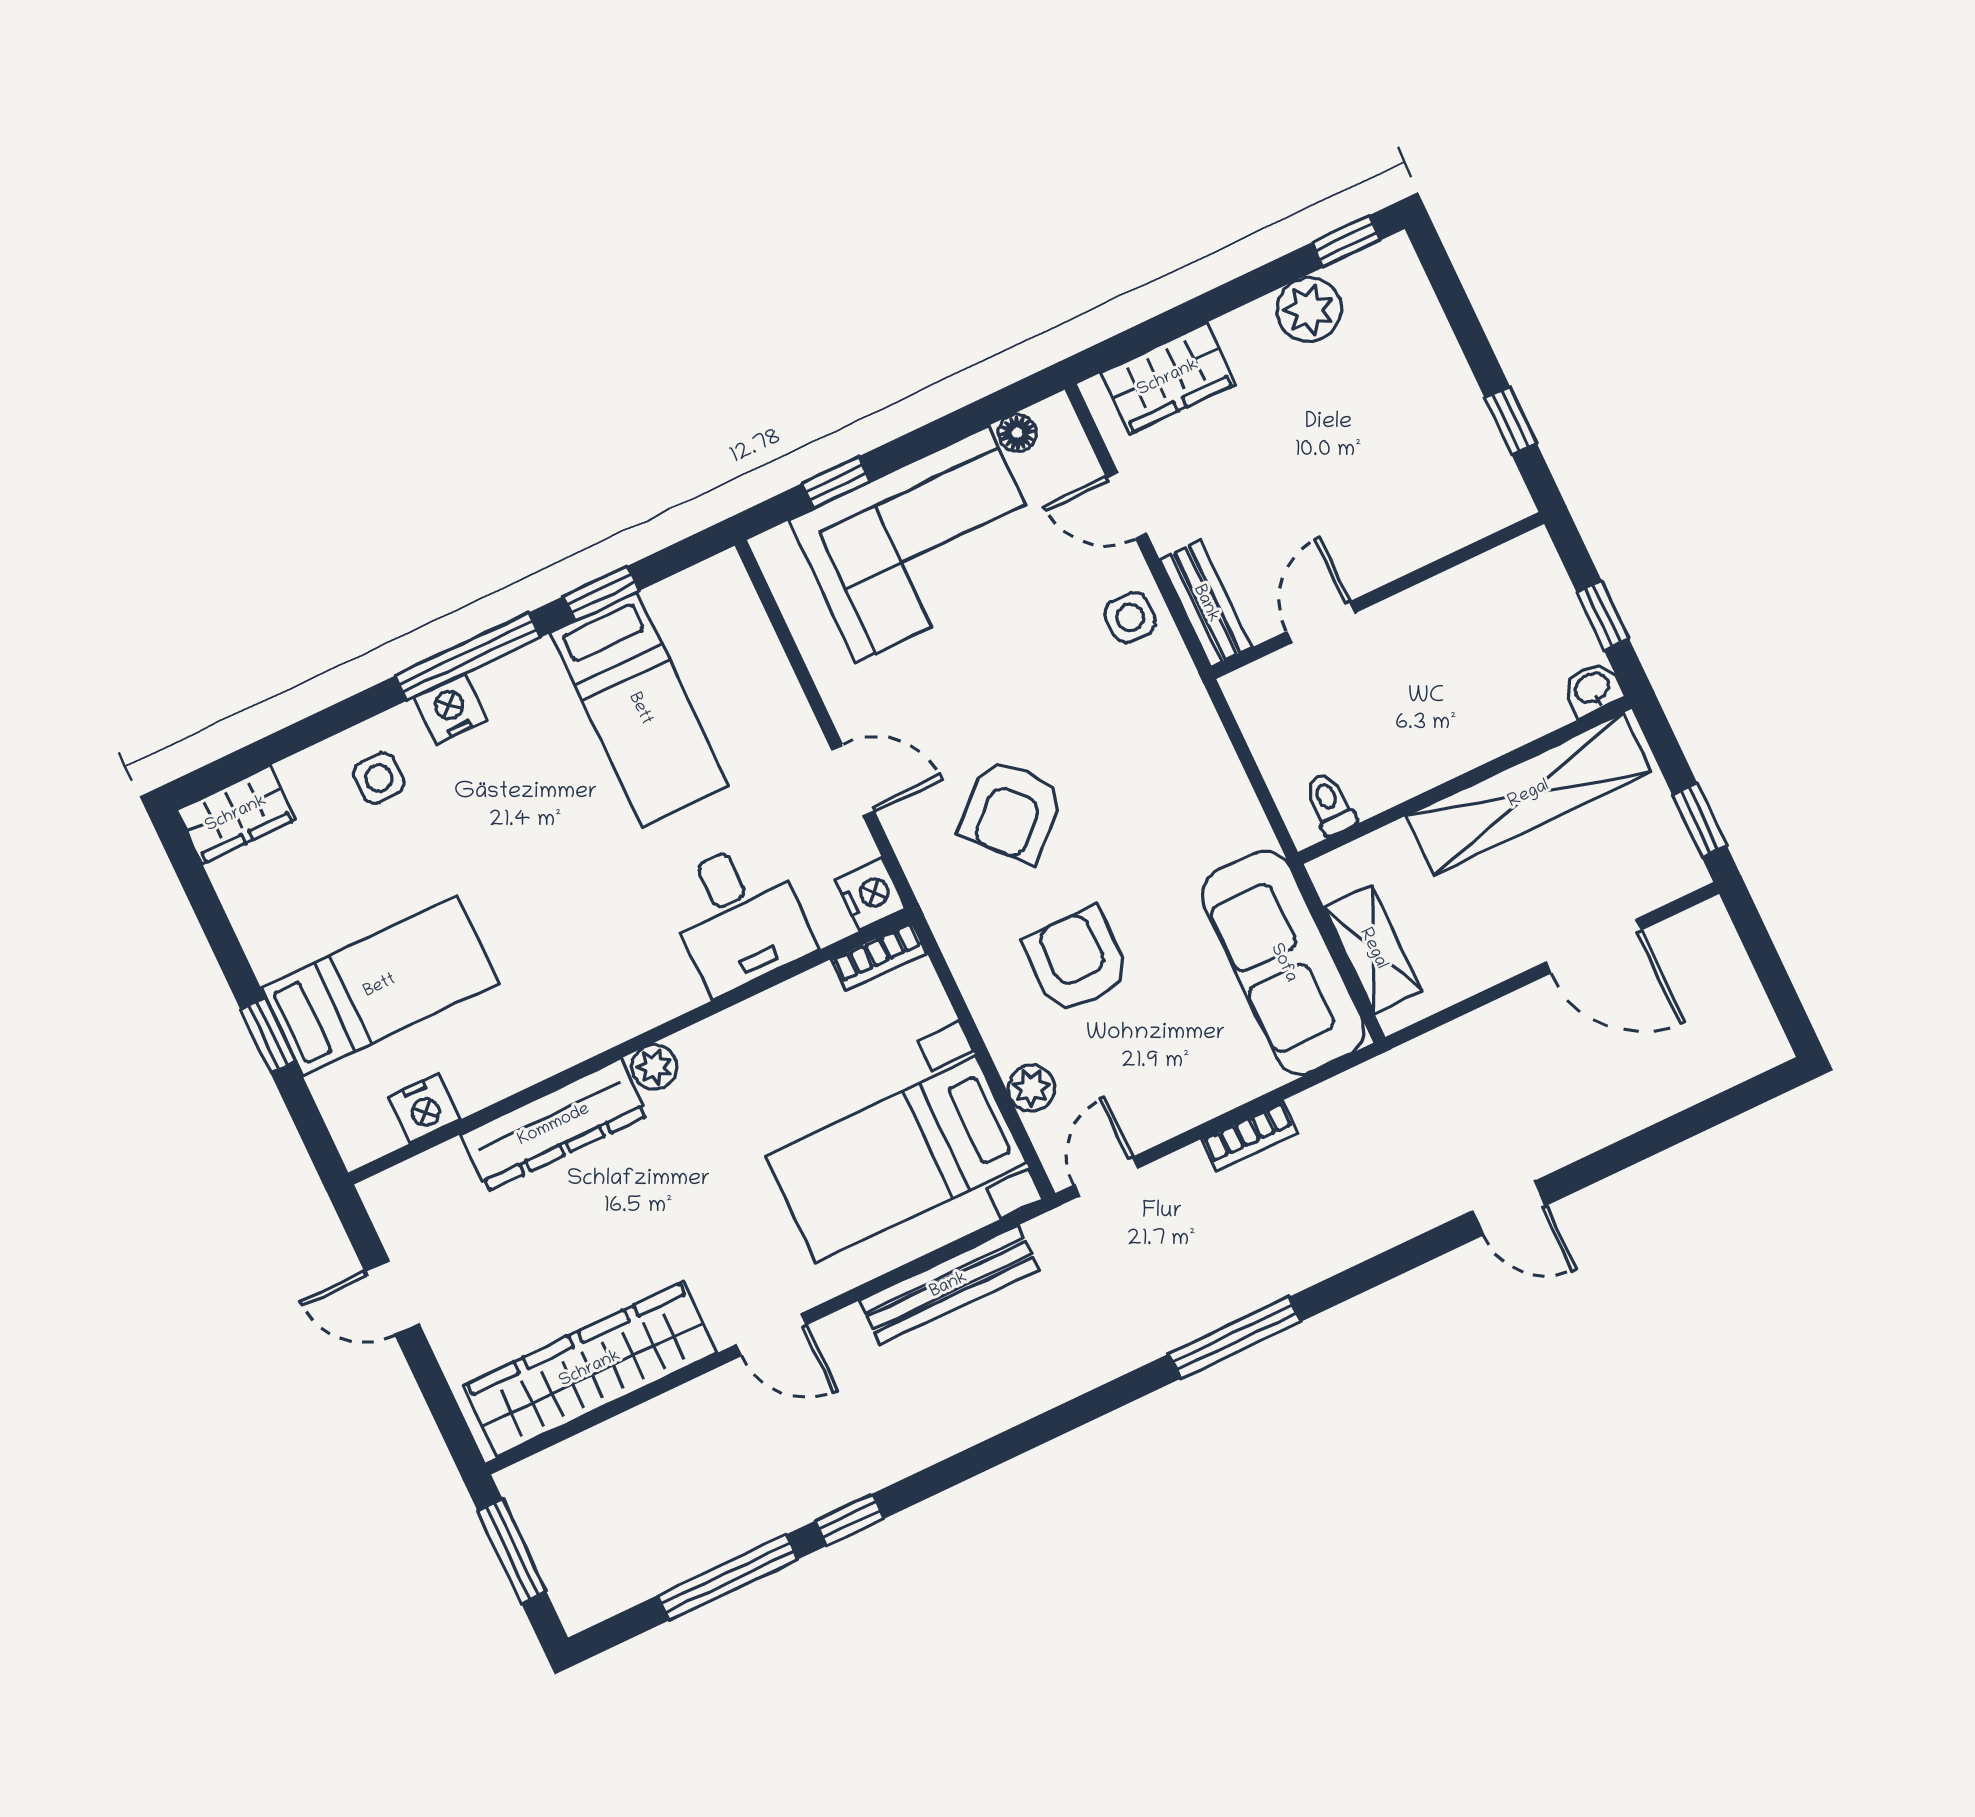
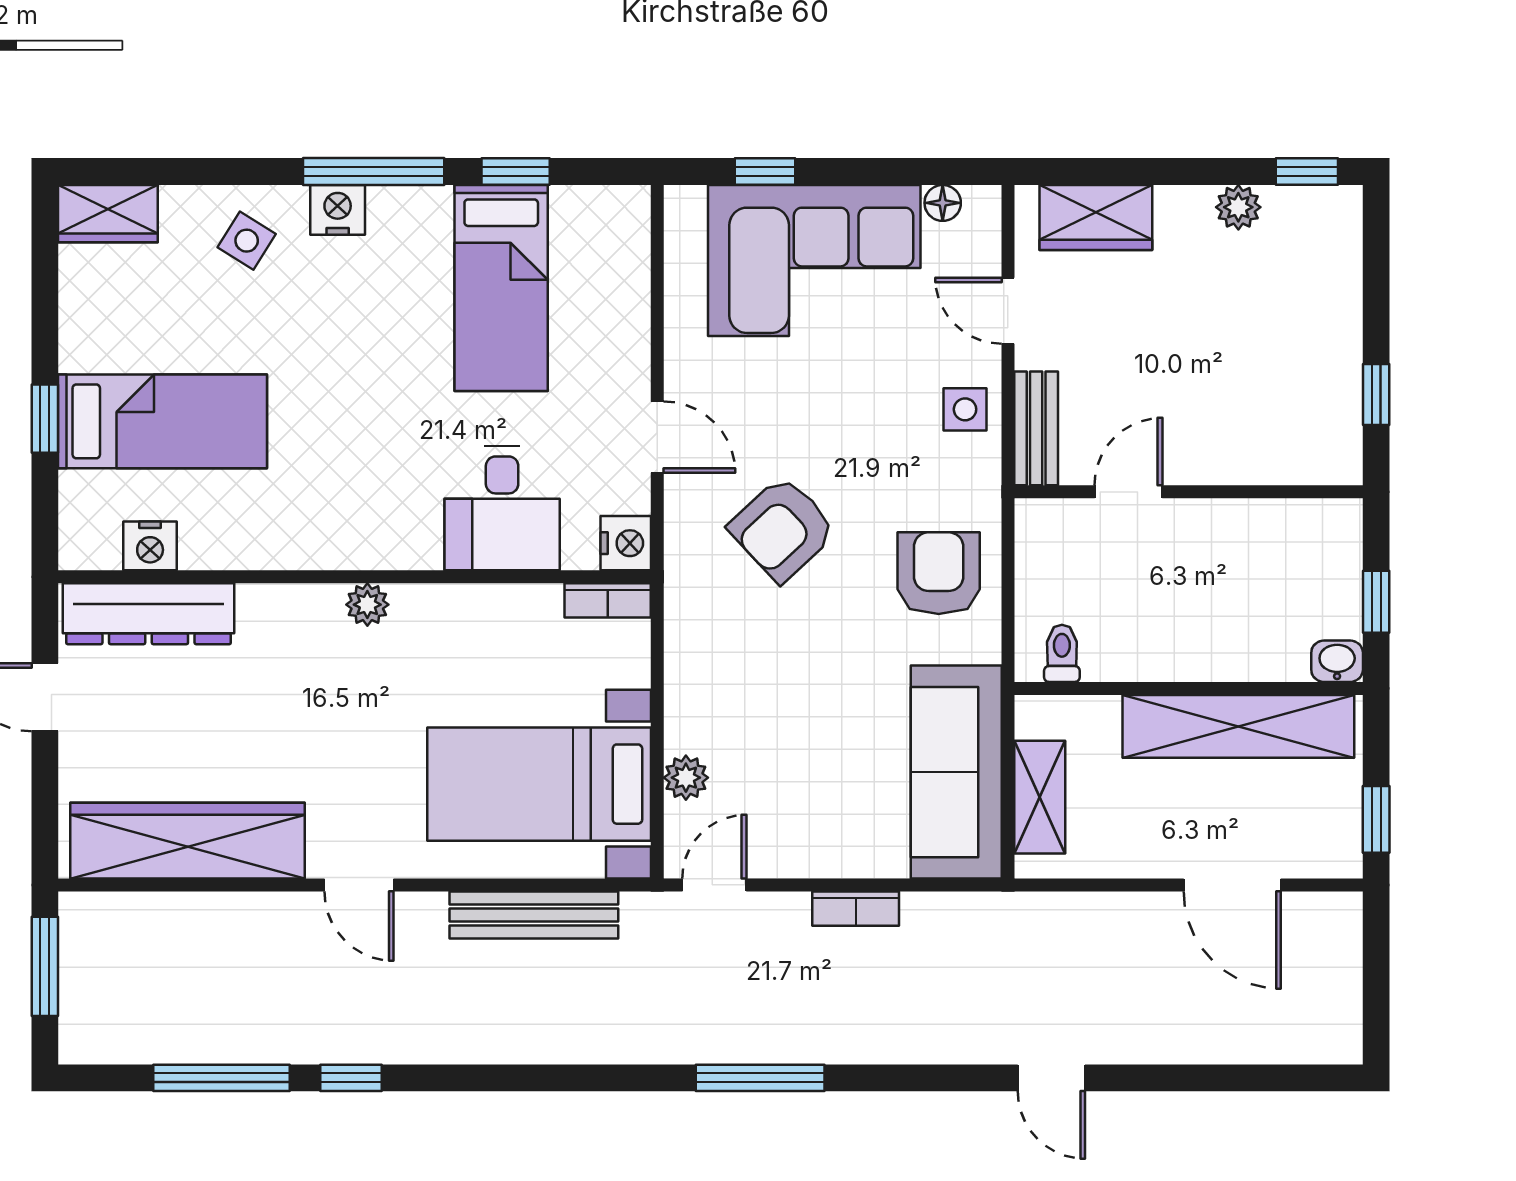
plant: (1309, 310) -> (1238, 207), width x0.73, depth x0.73
side table: (379, 778) -> (247, 241), turned 32
armchair: (1077, 960) -> (939, 573), moved
dresser: (554, 1125) -> (149, 614), moved

